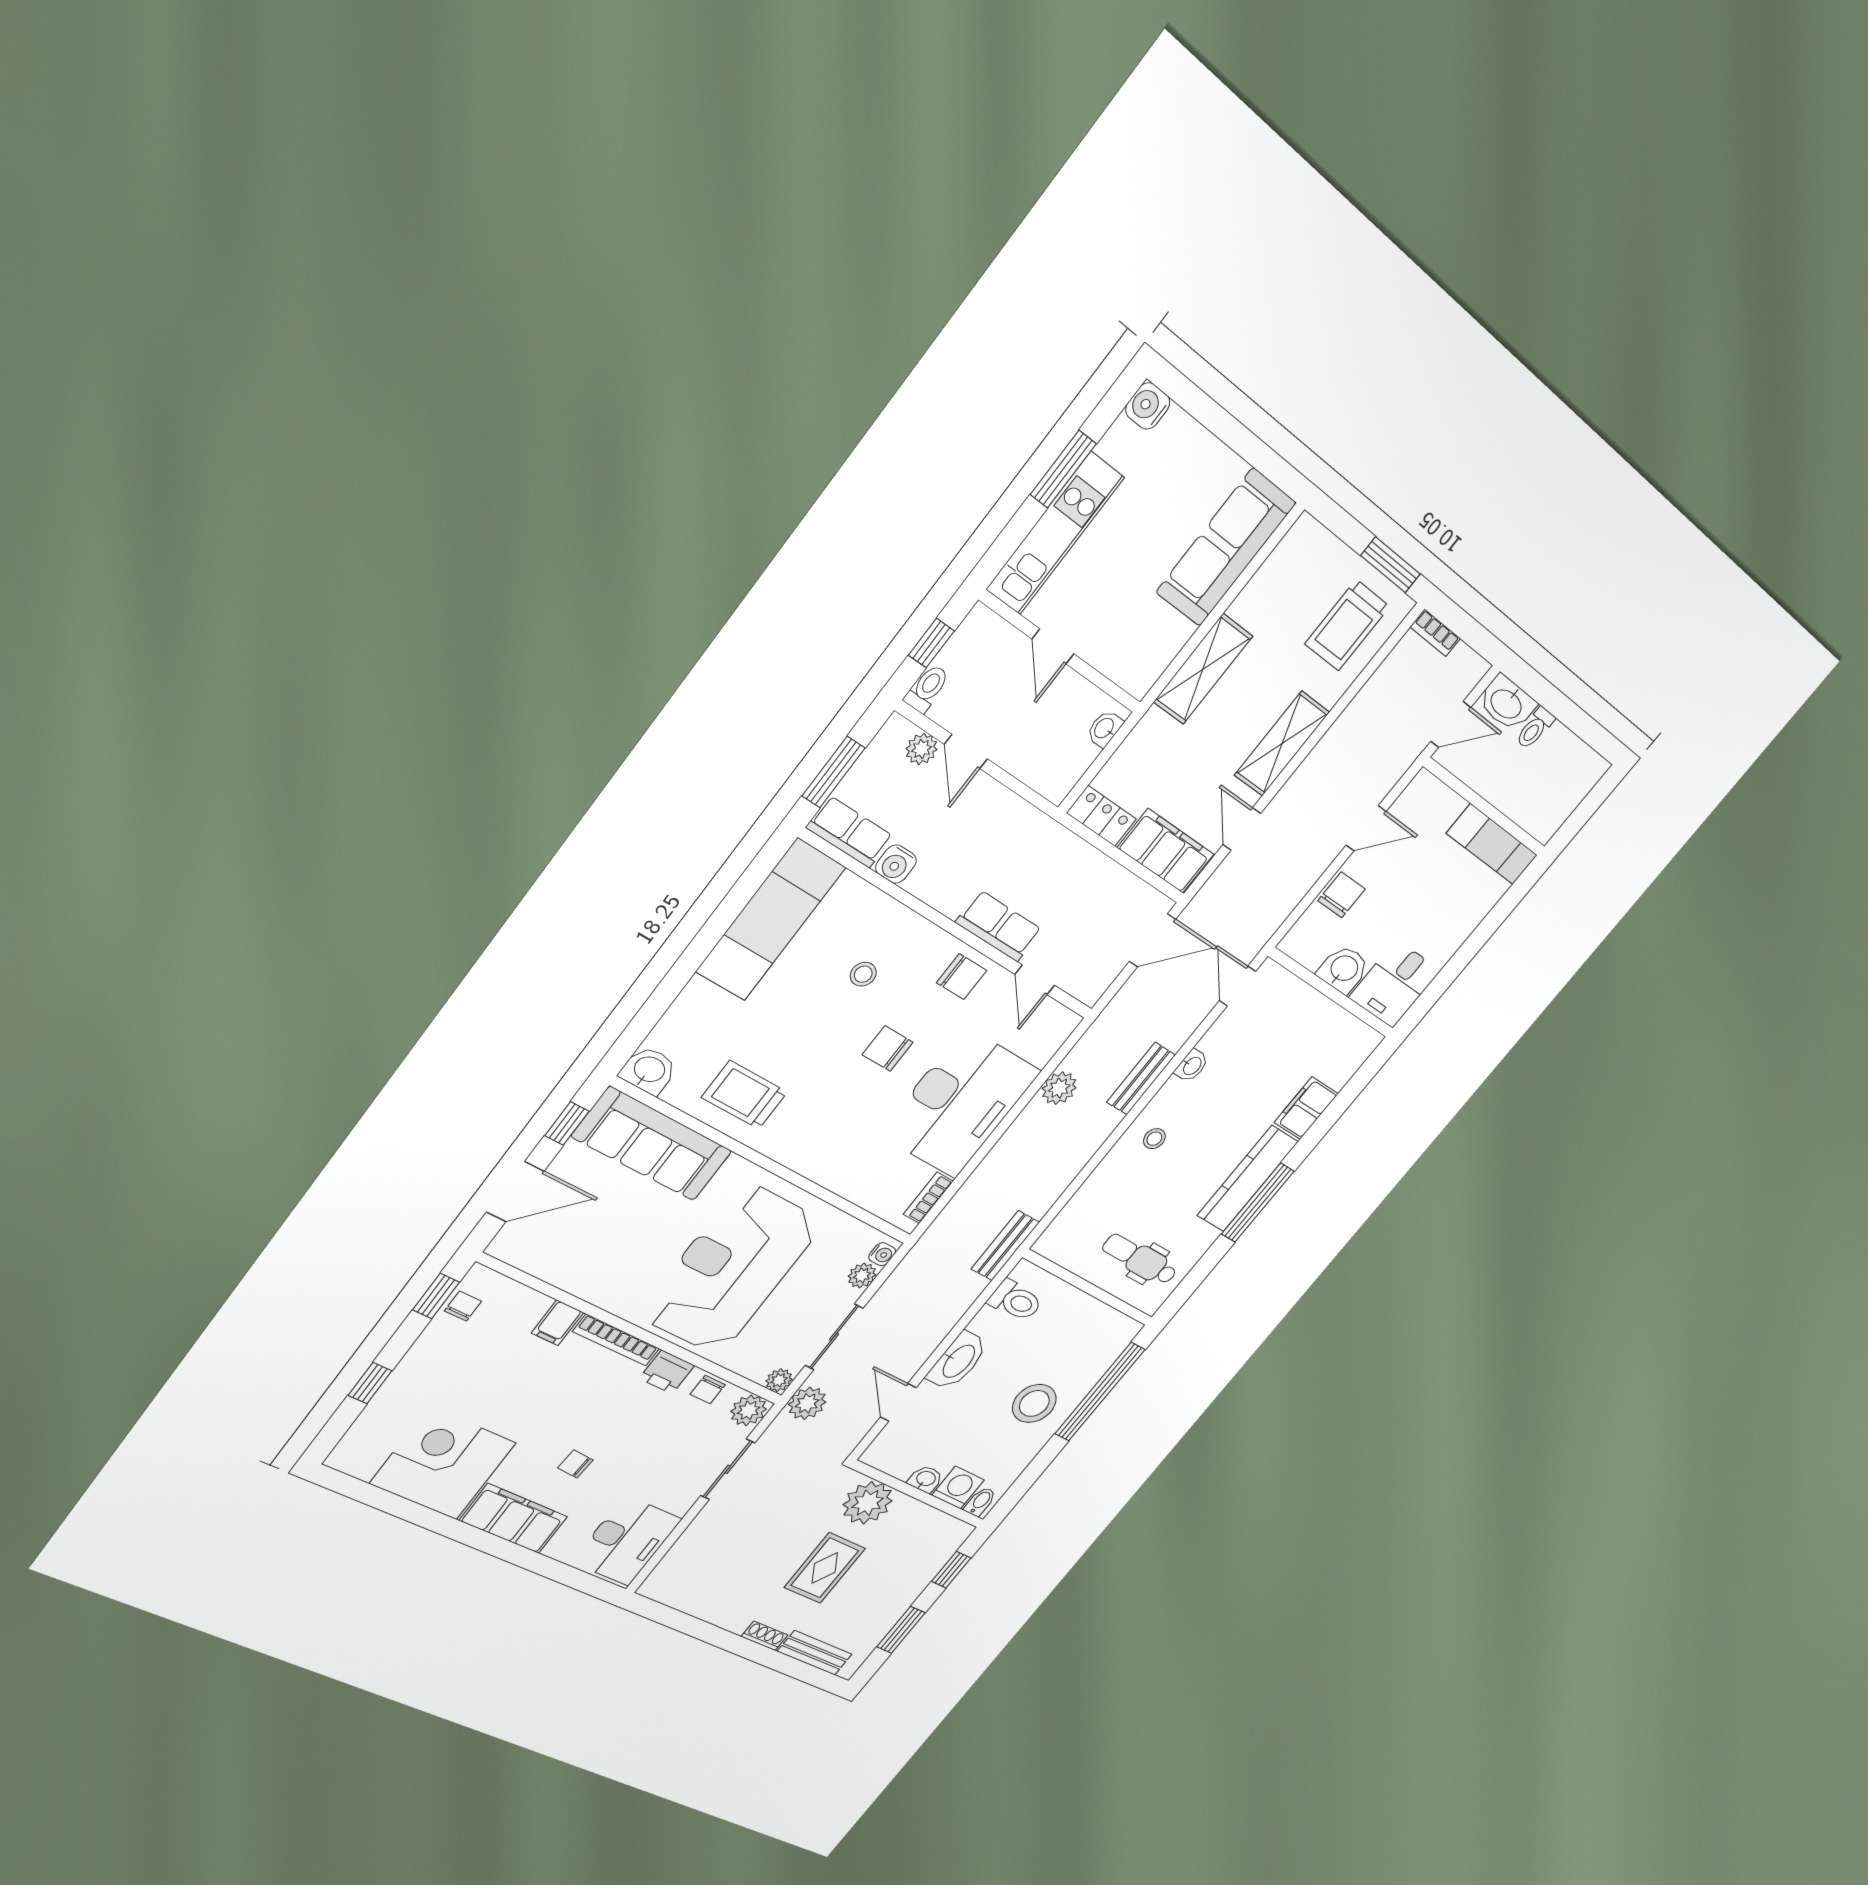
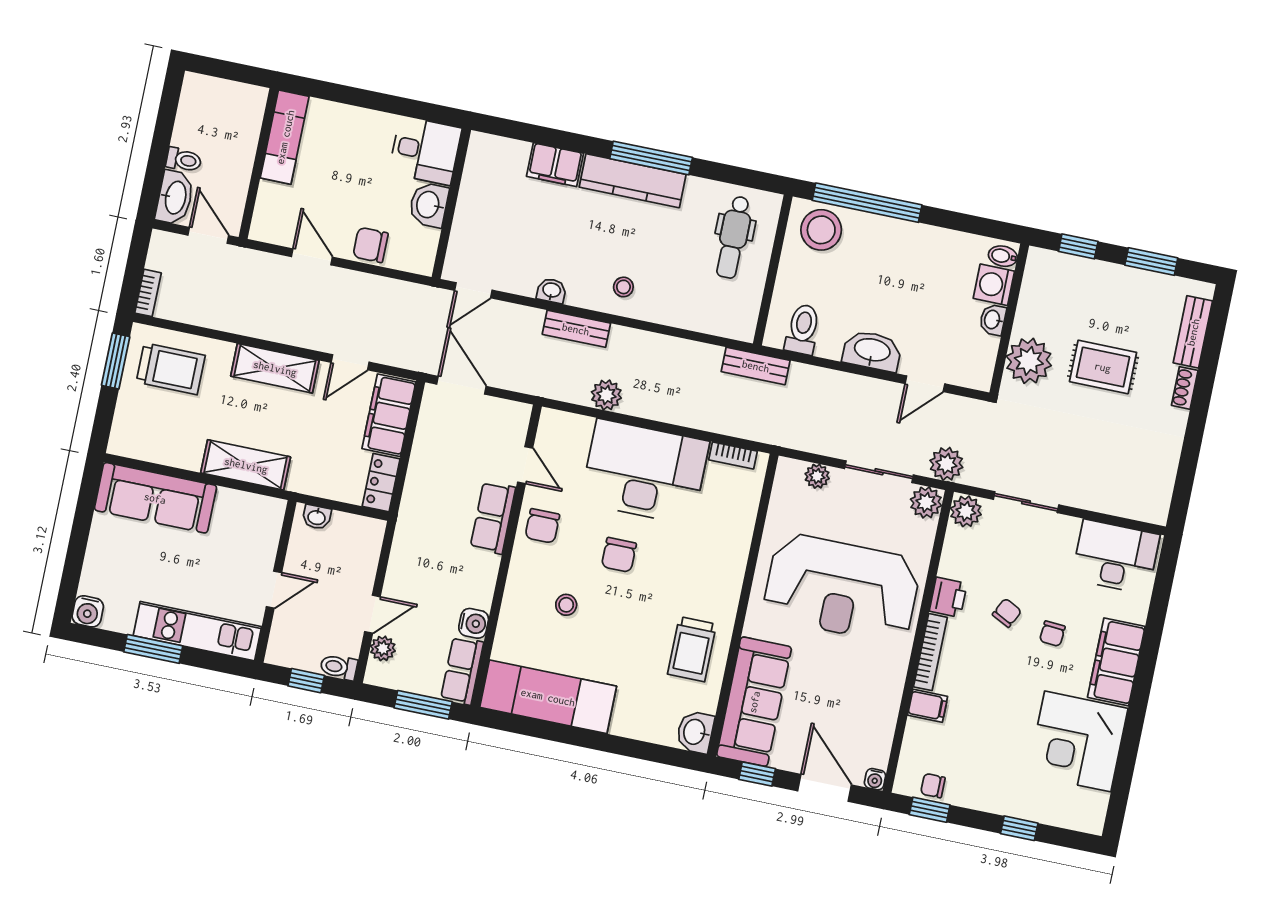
chair: (962, 977) -> (542, 526), turned 180
door: (1035, 980) -> (525, 465), hinge flipped
water cooler: (882, 1254) -> (875, 779), moved, turned 180
plant: (779, 1380) -> (926, 502), width x1.38, depth x1.38
chair: (708, 1390) -> (1007, 613), moved, turned -63
stool: (1034, 1403) -> (821, 230), moved

